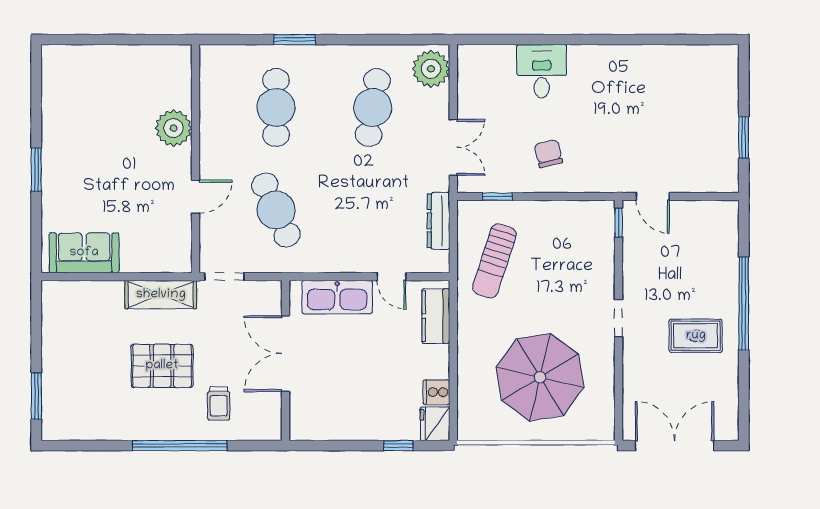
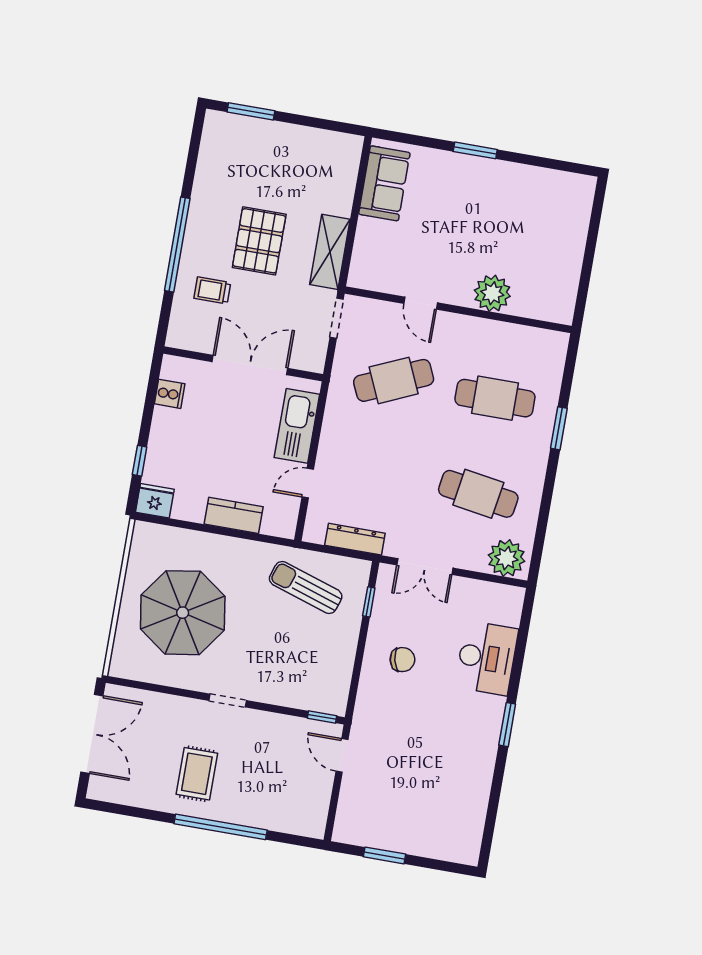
window: (594, 40) -> (507, 725), added
desk: (542, 71) -> (487, 658), width x1.37
door: (653, 196) -> (342, 755), hinge flipped
kitchen counter: (436, 316) -> (234, 515), moved
cooker: (436, 392) -> (170, 394), moved, turned 90

